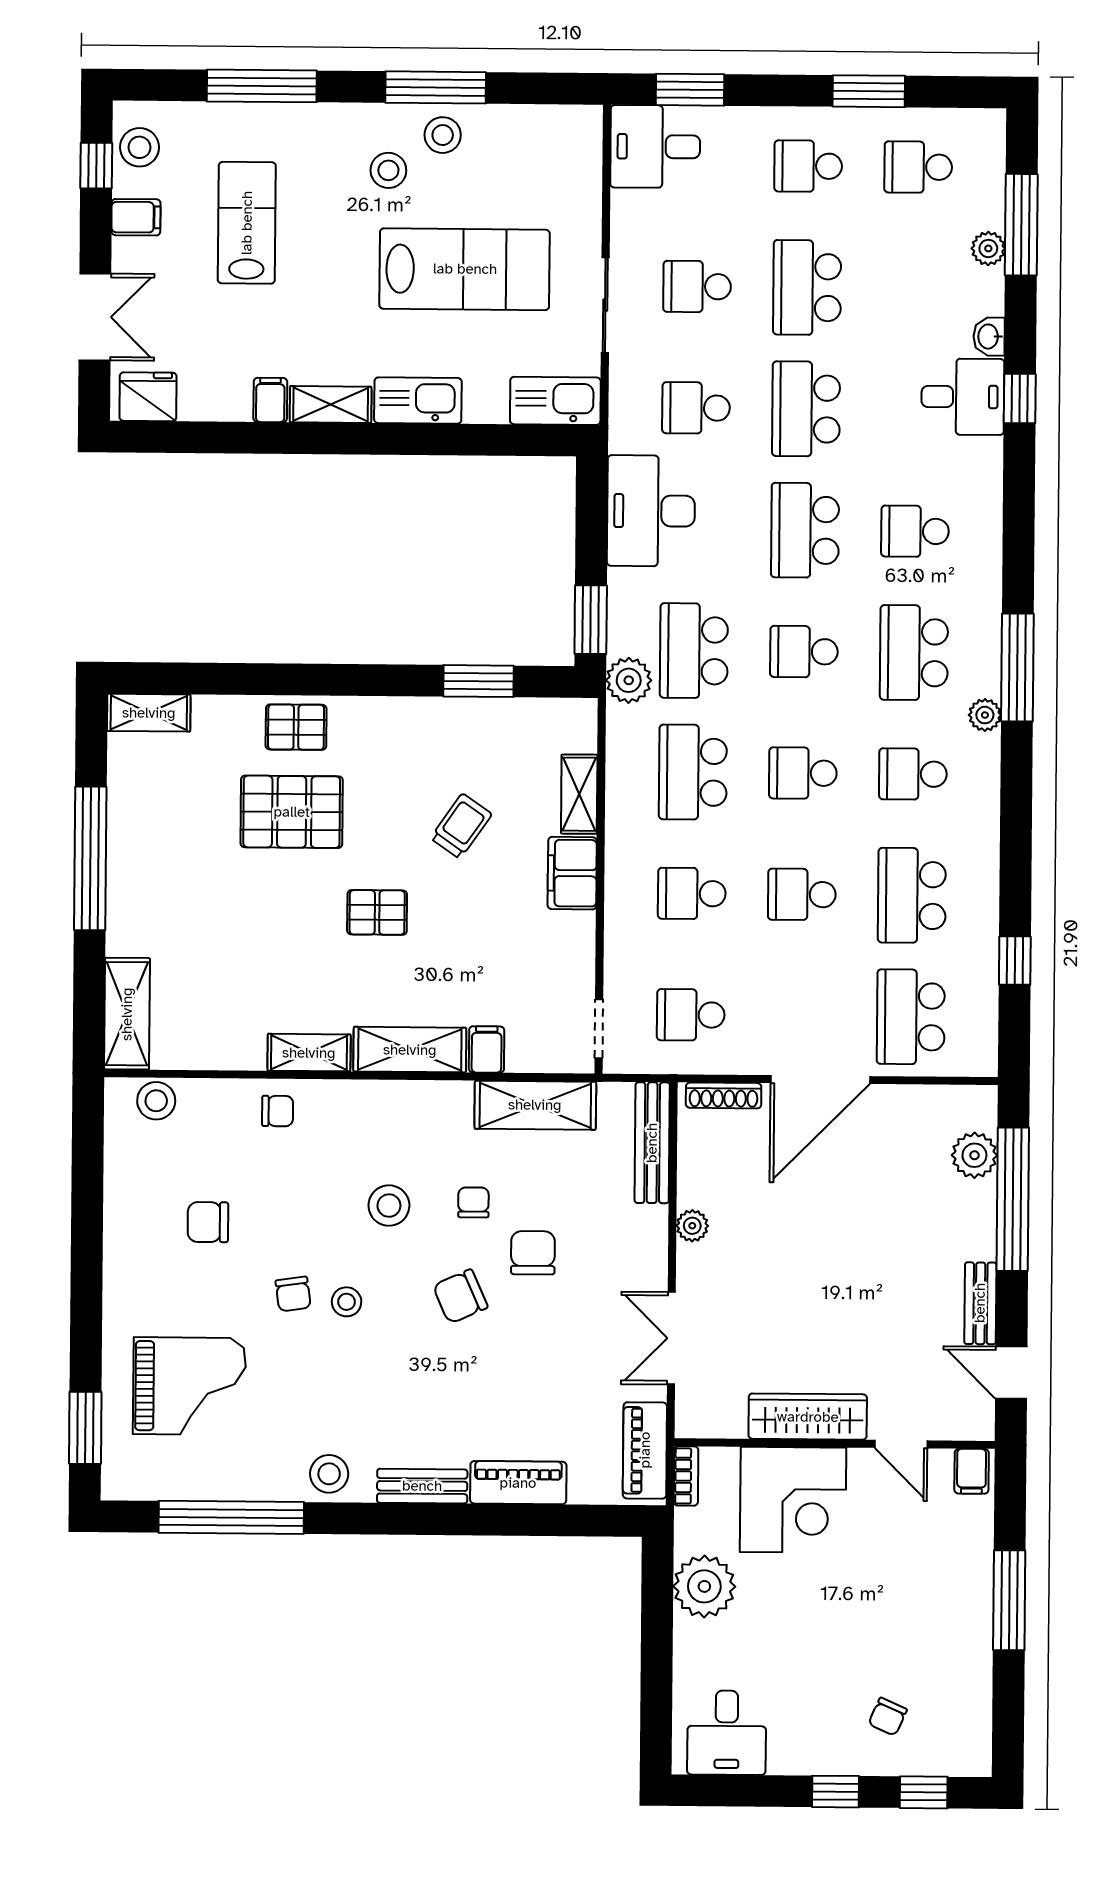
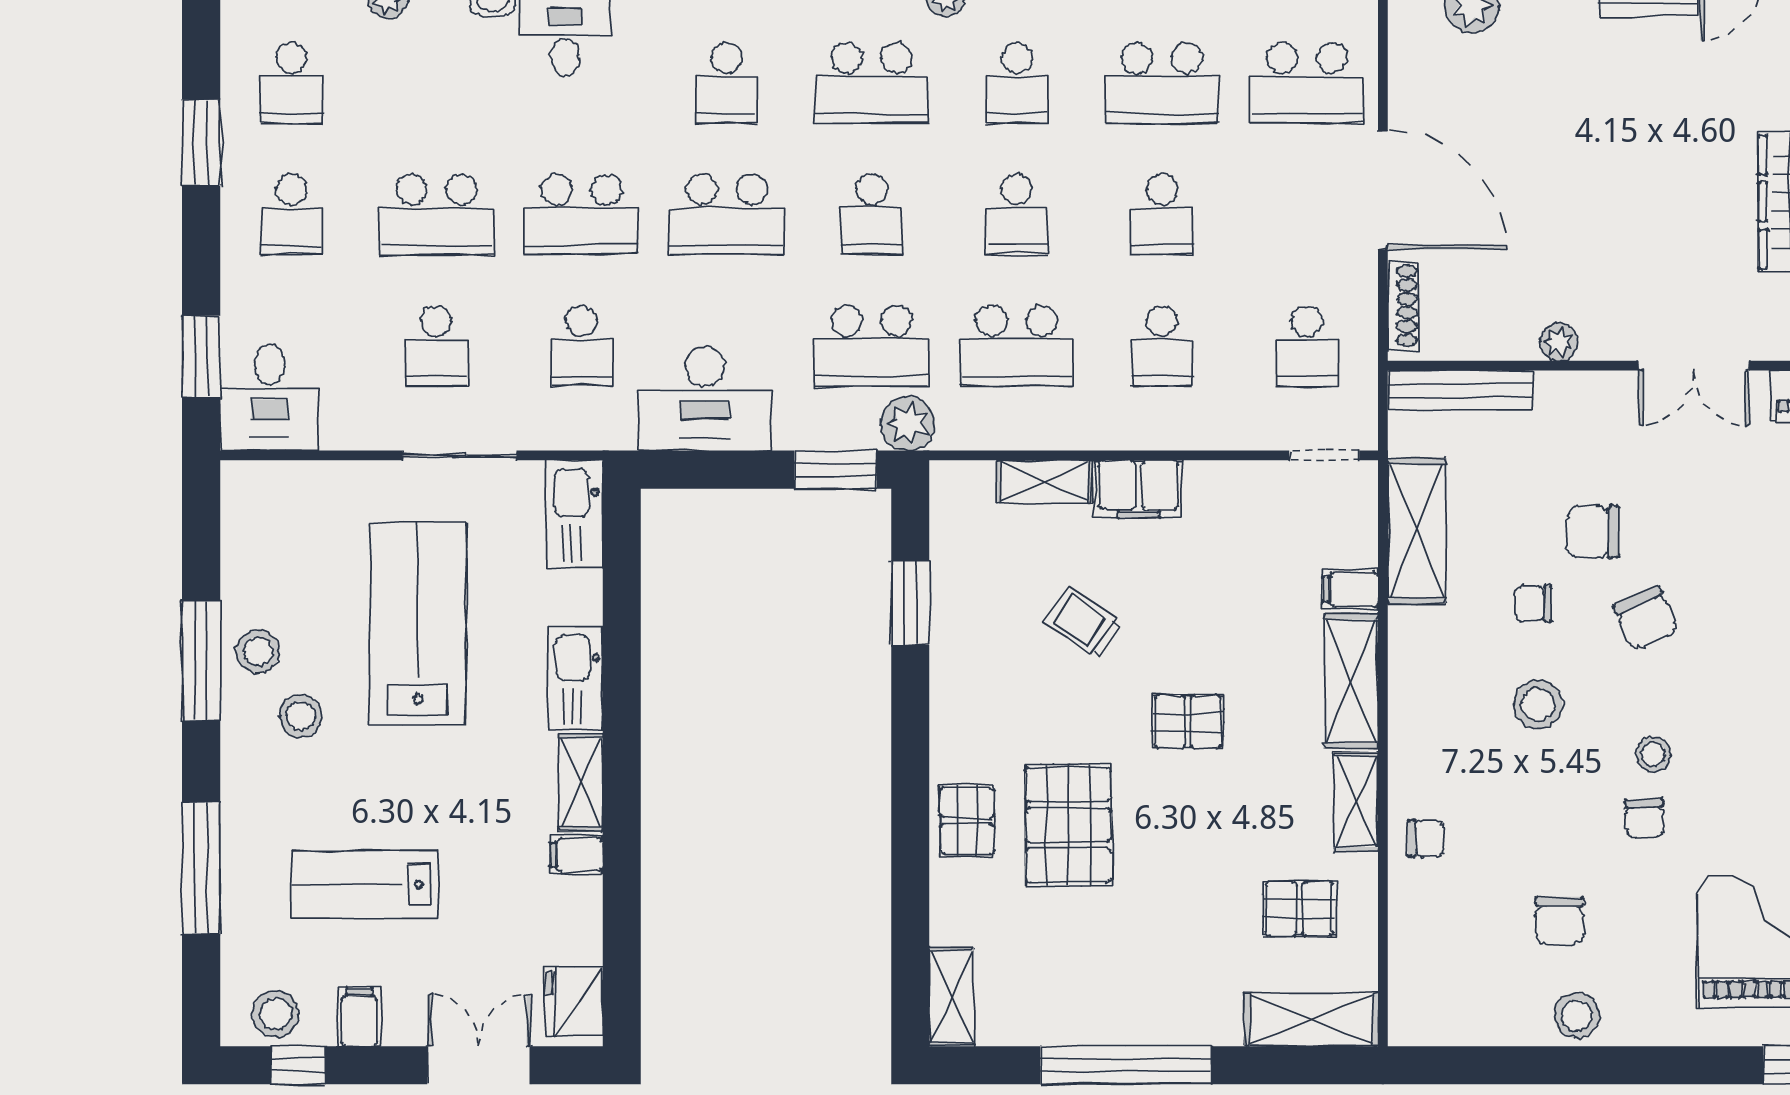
pallet: (377, 912) -> (1188, 722), turned 90
pallet: (220, 1004) -> (1299, 909), added
stool: (156, 1101) -> (1577, 1015), moved
chair: (278, 1111) -> (1426, 839), turned 90
chair: (293, 1294) -> (1645, 818), turned 96

